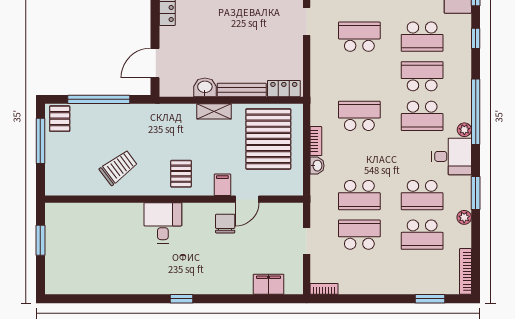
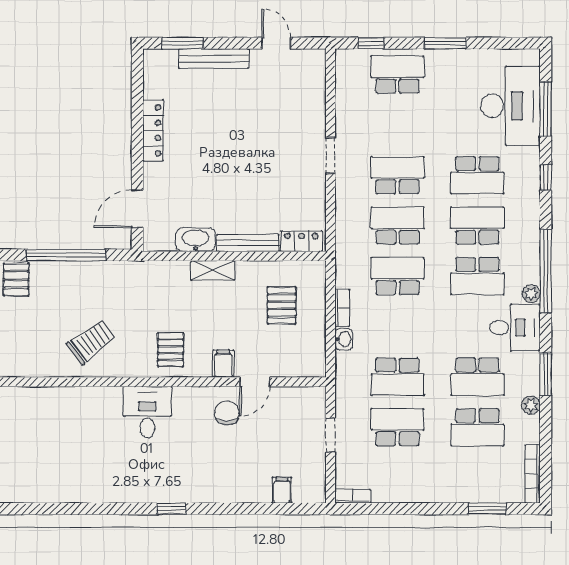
school desk: (359, 76) -> (397, 226), added
washbasin: (205, 87) -> (196, 240), width x1.38
pallet: (268, 139) -> (282, 305), width x0.49, depth x0.50
filing cabinet: (269, 284) -> (282, 490), width x0.50

